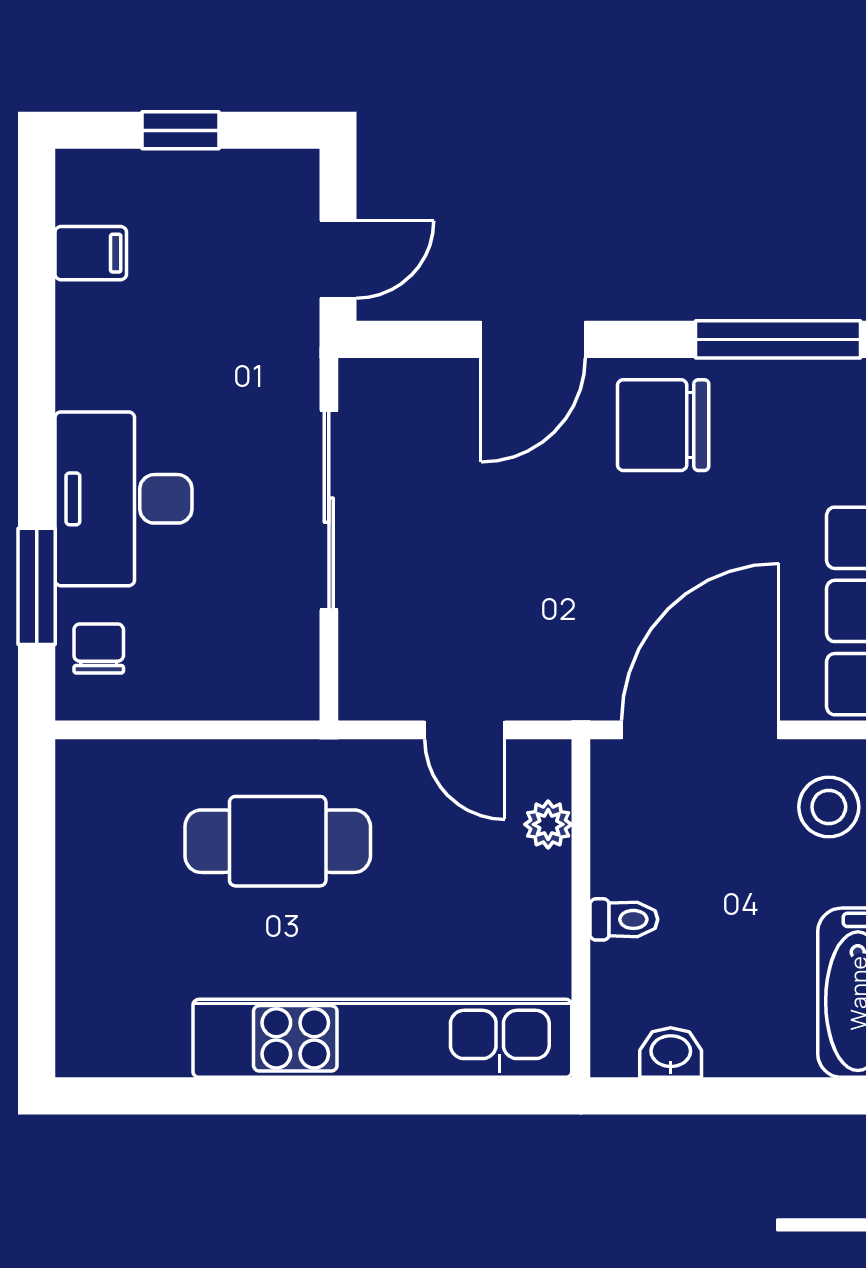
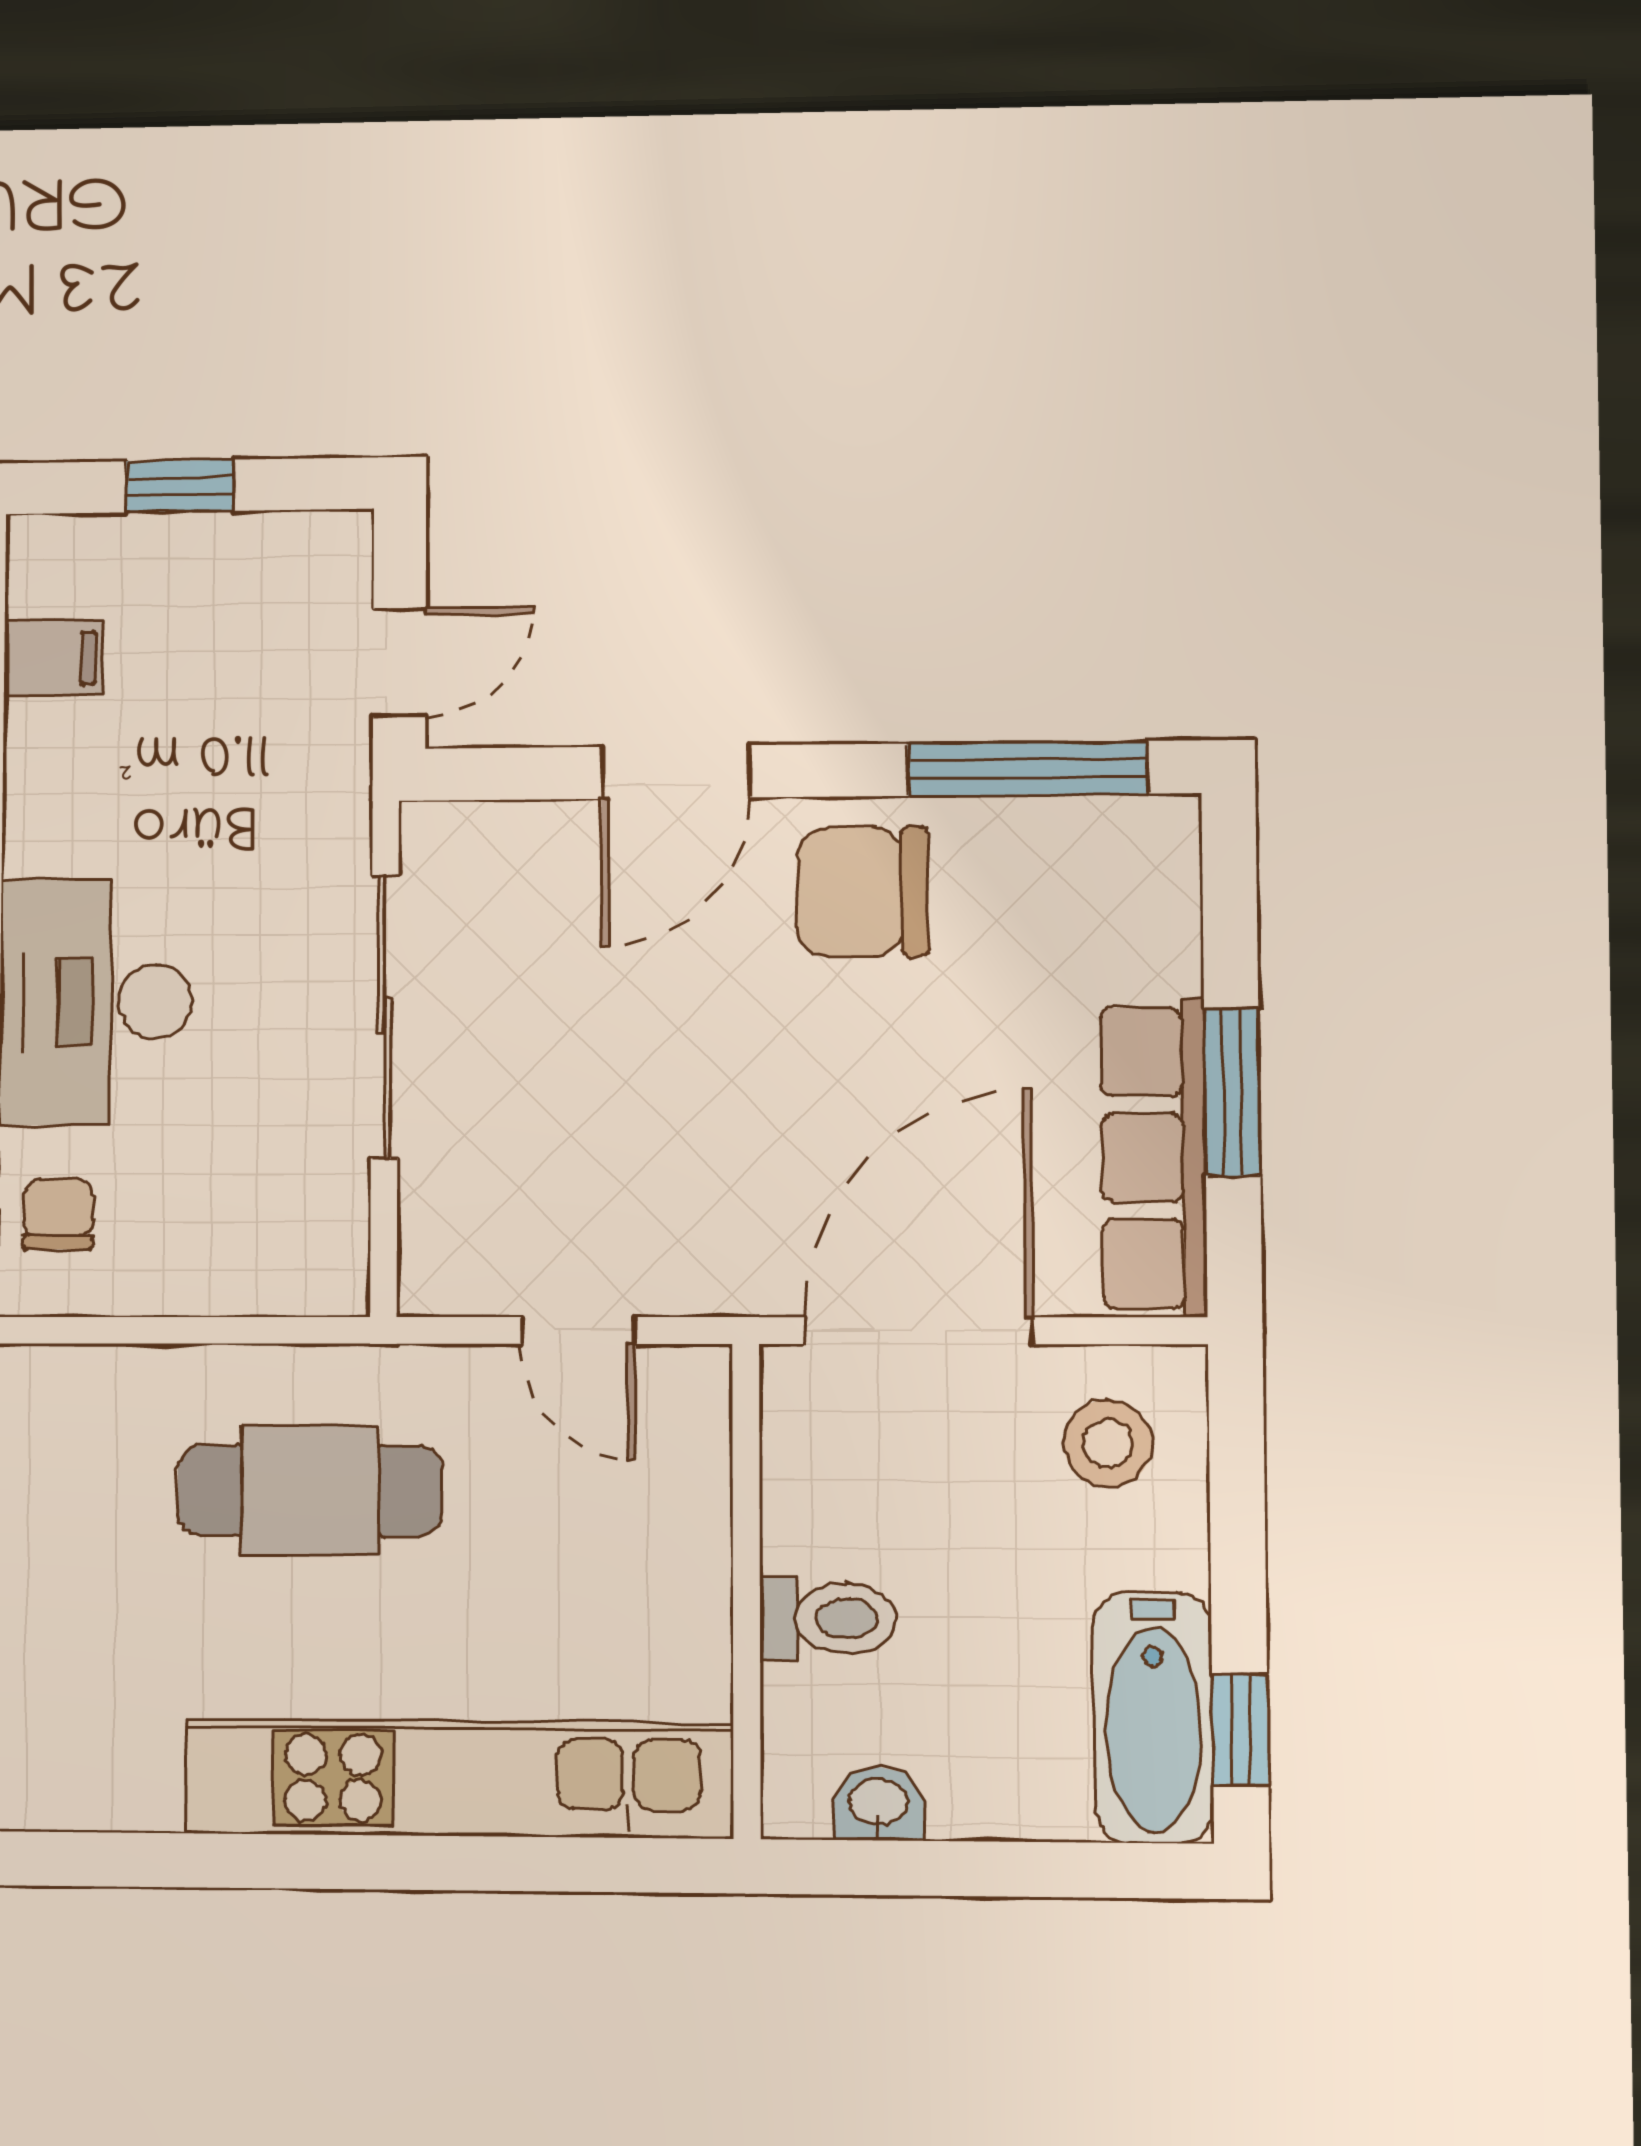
plant: (548, 824) -> (698, 1468), removed
toilet: (624, 919) -> (828, 1618), width x1.37, depth x1.39

